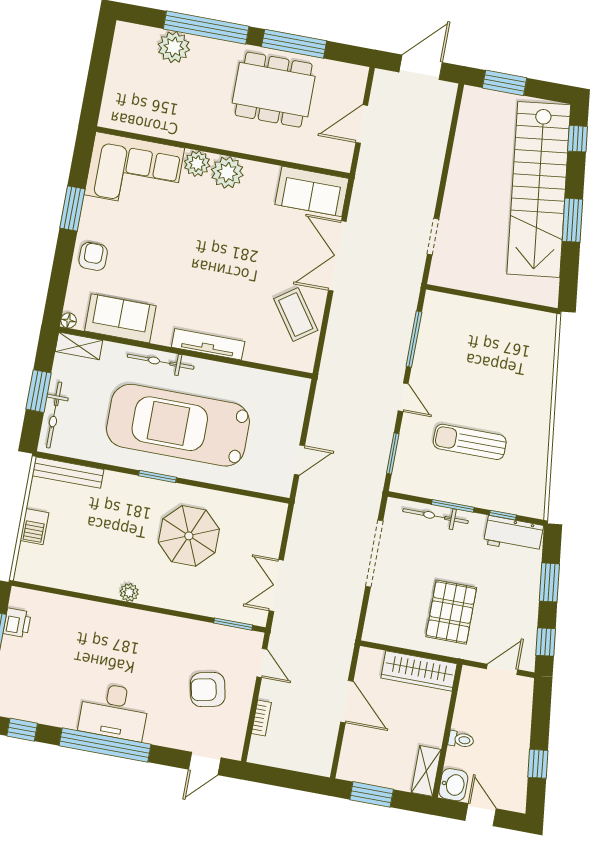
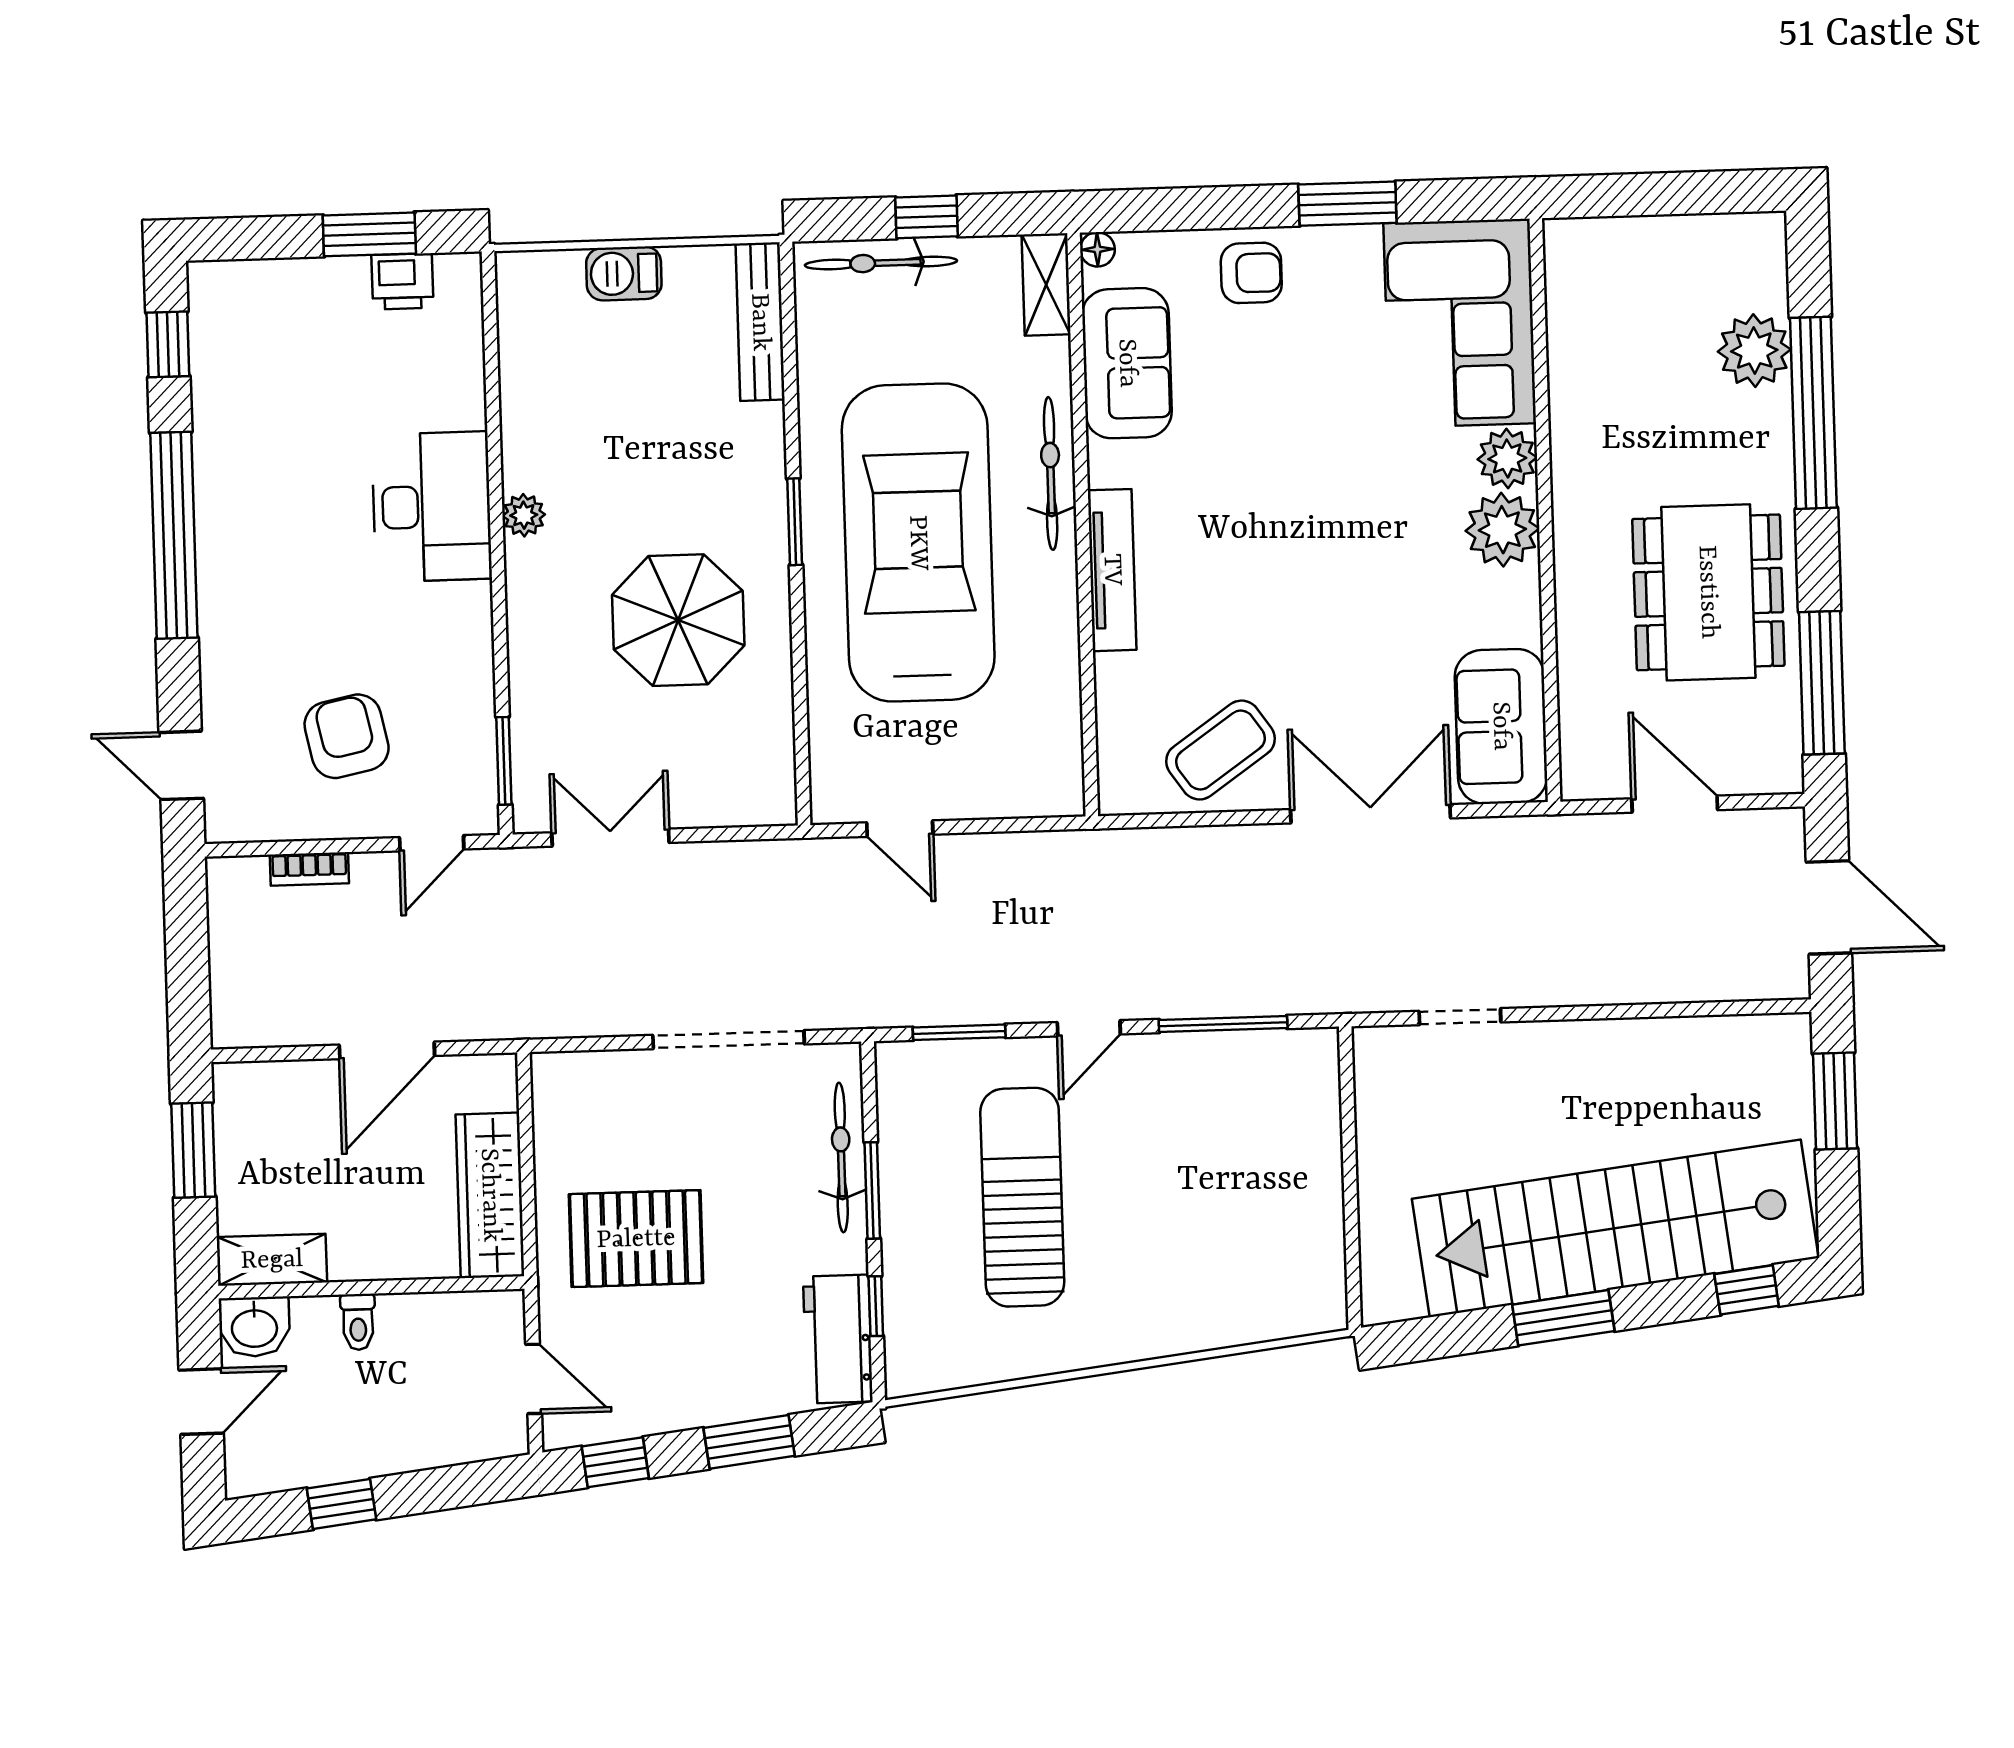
window: (294, 44) -> (1822, 683), moved
window: (39, 391) -> (926, 217), width x0.67
sun lounger: (470, 442) -> (1022, 1197), width x1.36, depth x1.34
desk: (114, 711) -> (432, 507), moved, turned 180

